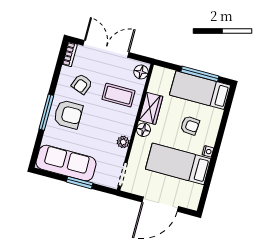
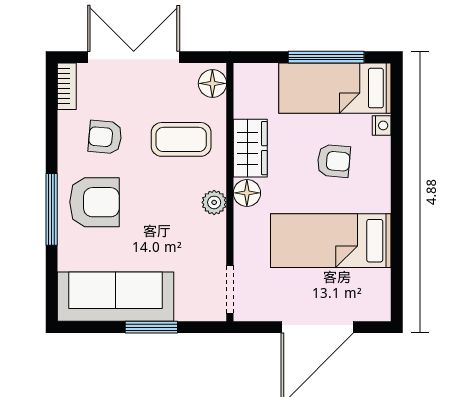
armchair: (82, 84) -> (105, 137), turned 74
plant: (123, 142) -> (214, 202), moved
nightstand: (208, 151) -> (382, 125), moved

